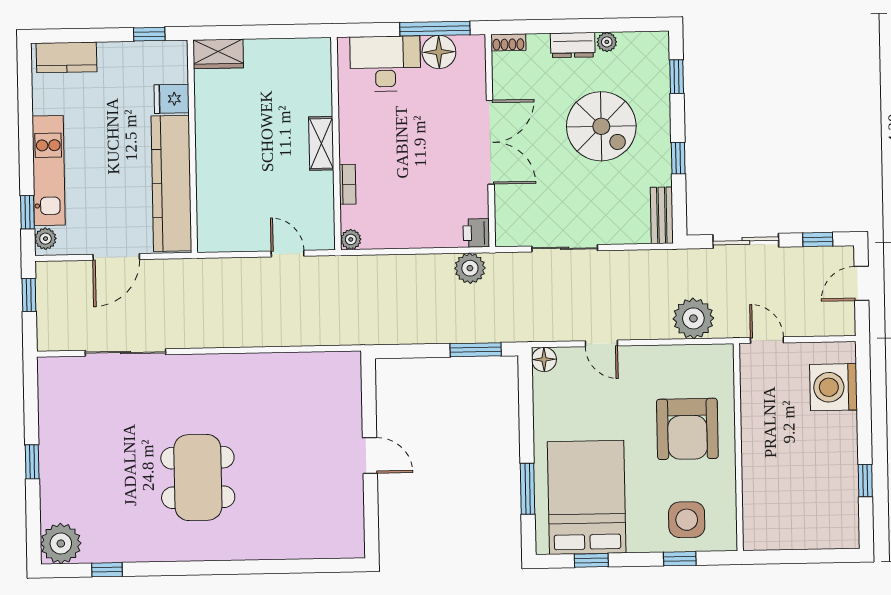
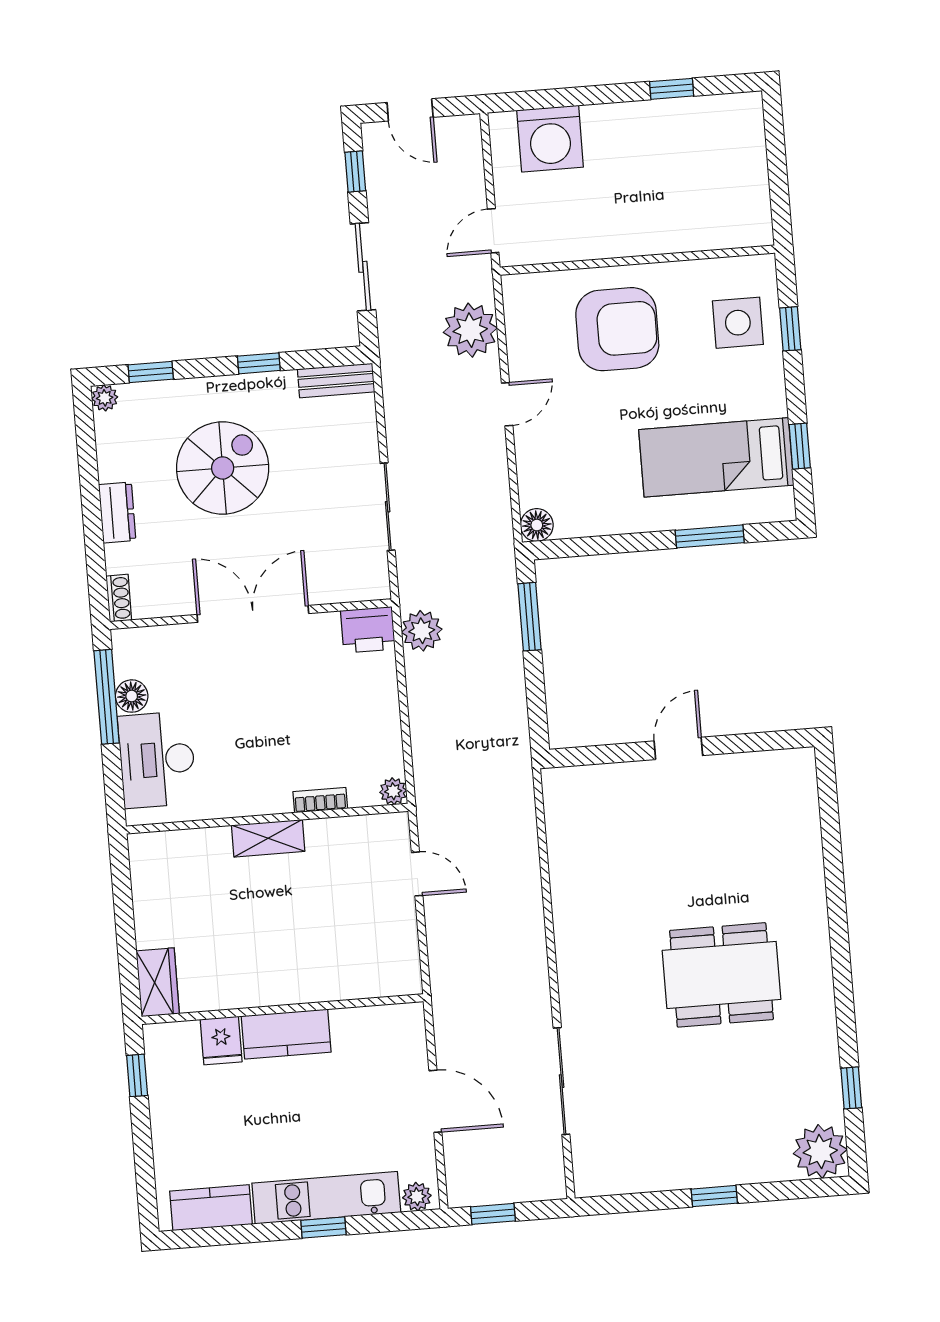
plant: (607, 42) -> (105, 398), moved
floor lamp: (439, 52) -> (132, 696), width x0.73, depth x0.73
kitchen counter: (66, 57) -> (211, 1208), moved, turned -90
kitchen counter: (171, 183) -> (286, 1034), width x0.48, depth x0.86
window: (27, 212) -> (323, 1228), moved
printer: (476, 233) -> (368, 630), width x1.36, depth x1.24
door: (288, 254) -> (417, 874), swing flipped
door: (601, 343) -> (507, 404), moved
bed: (587, 497) -> (716, 457), width x0.67

